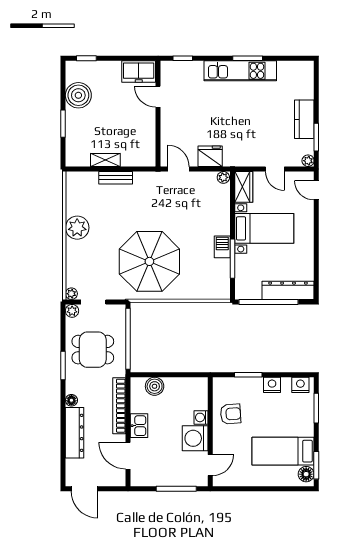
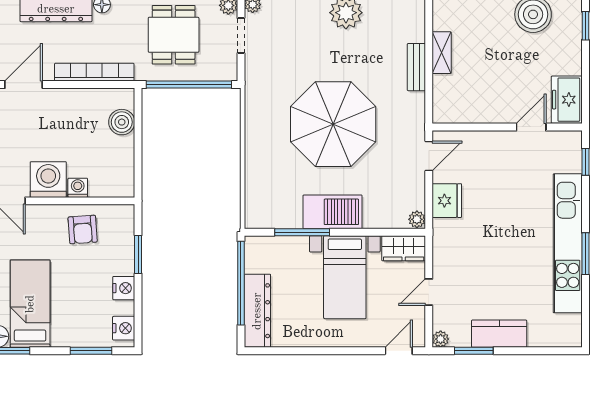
kitchen unit: (240, 71) -> (568, 243), width x1.36
barbecue: (222, 247) -> (333, 212), width x1.88, depth x1.53
parasol: (149, 261) -> (333, 124), moved
kitchen sink: (139, 426) -> (66, 100), removed

